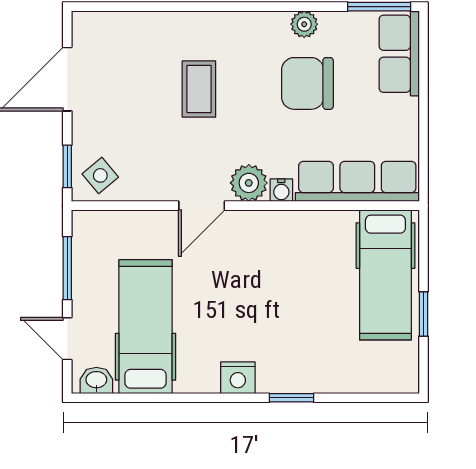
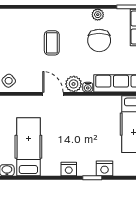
chair: (307, 83) -> (99, 40), turned -90
door: (202, 206) -> (53, 94), swing flipped
nightstand: (320, 376) -> (105, 168), added

